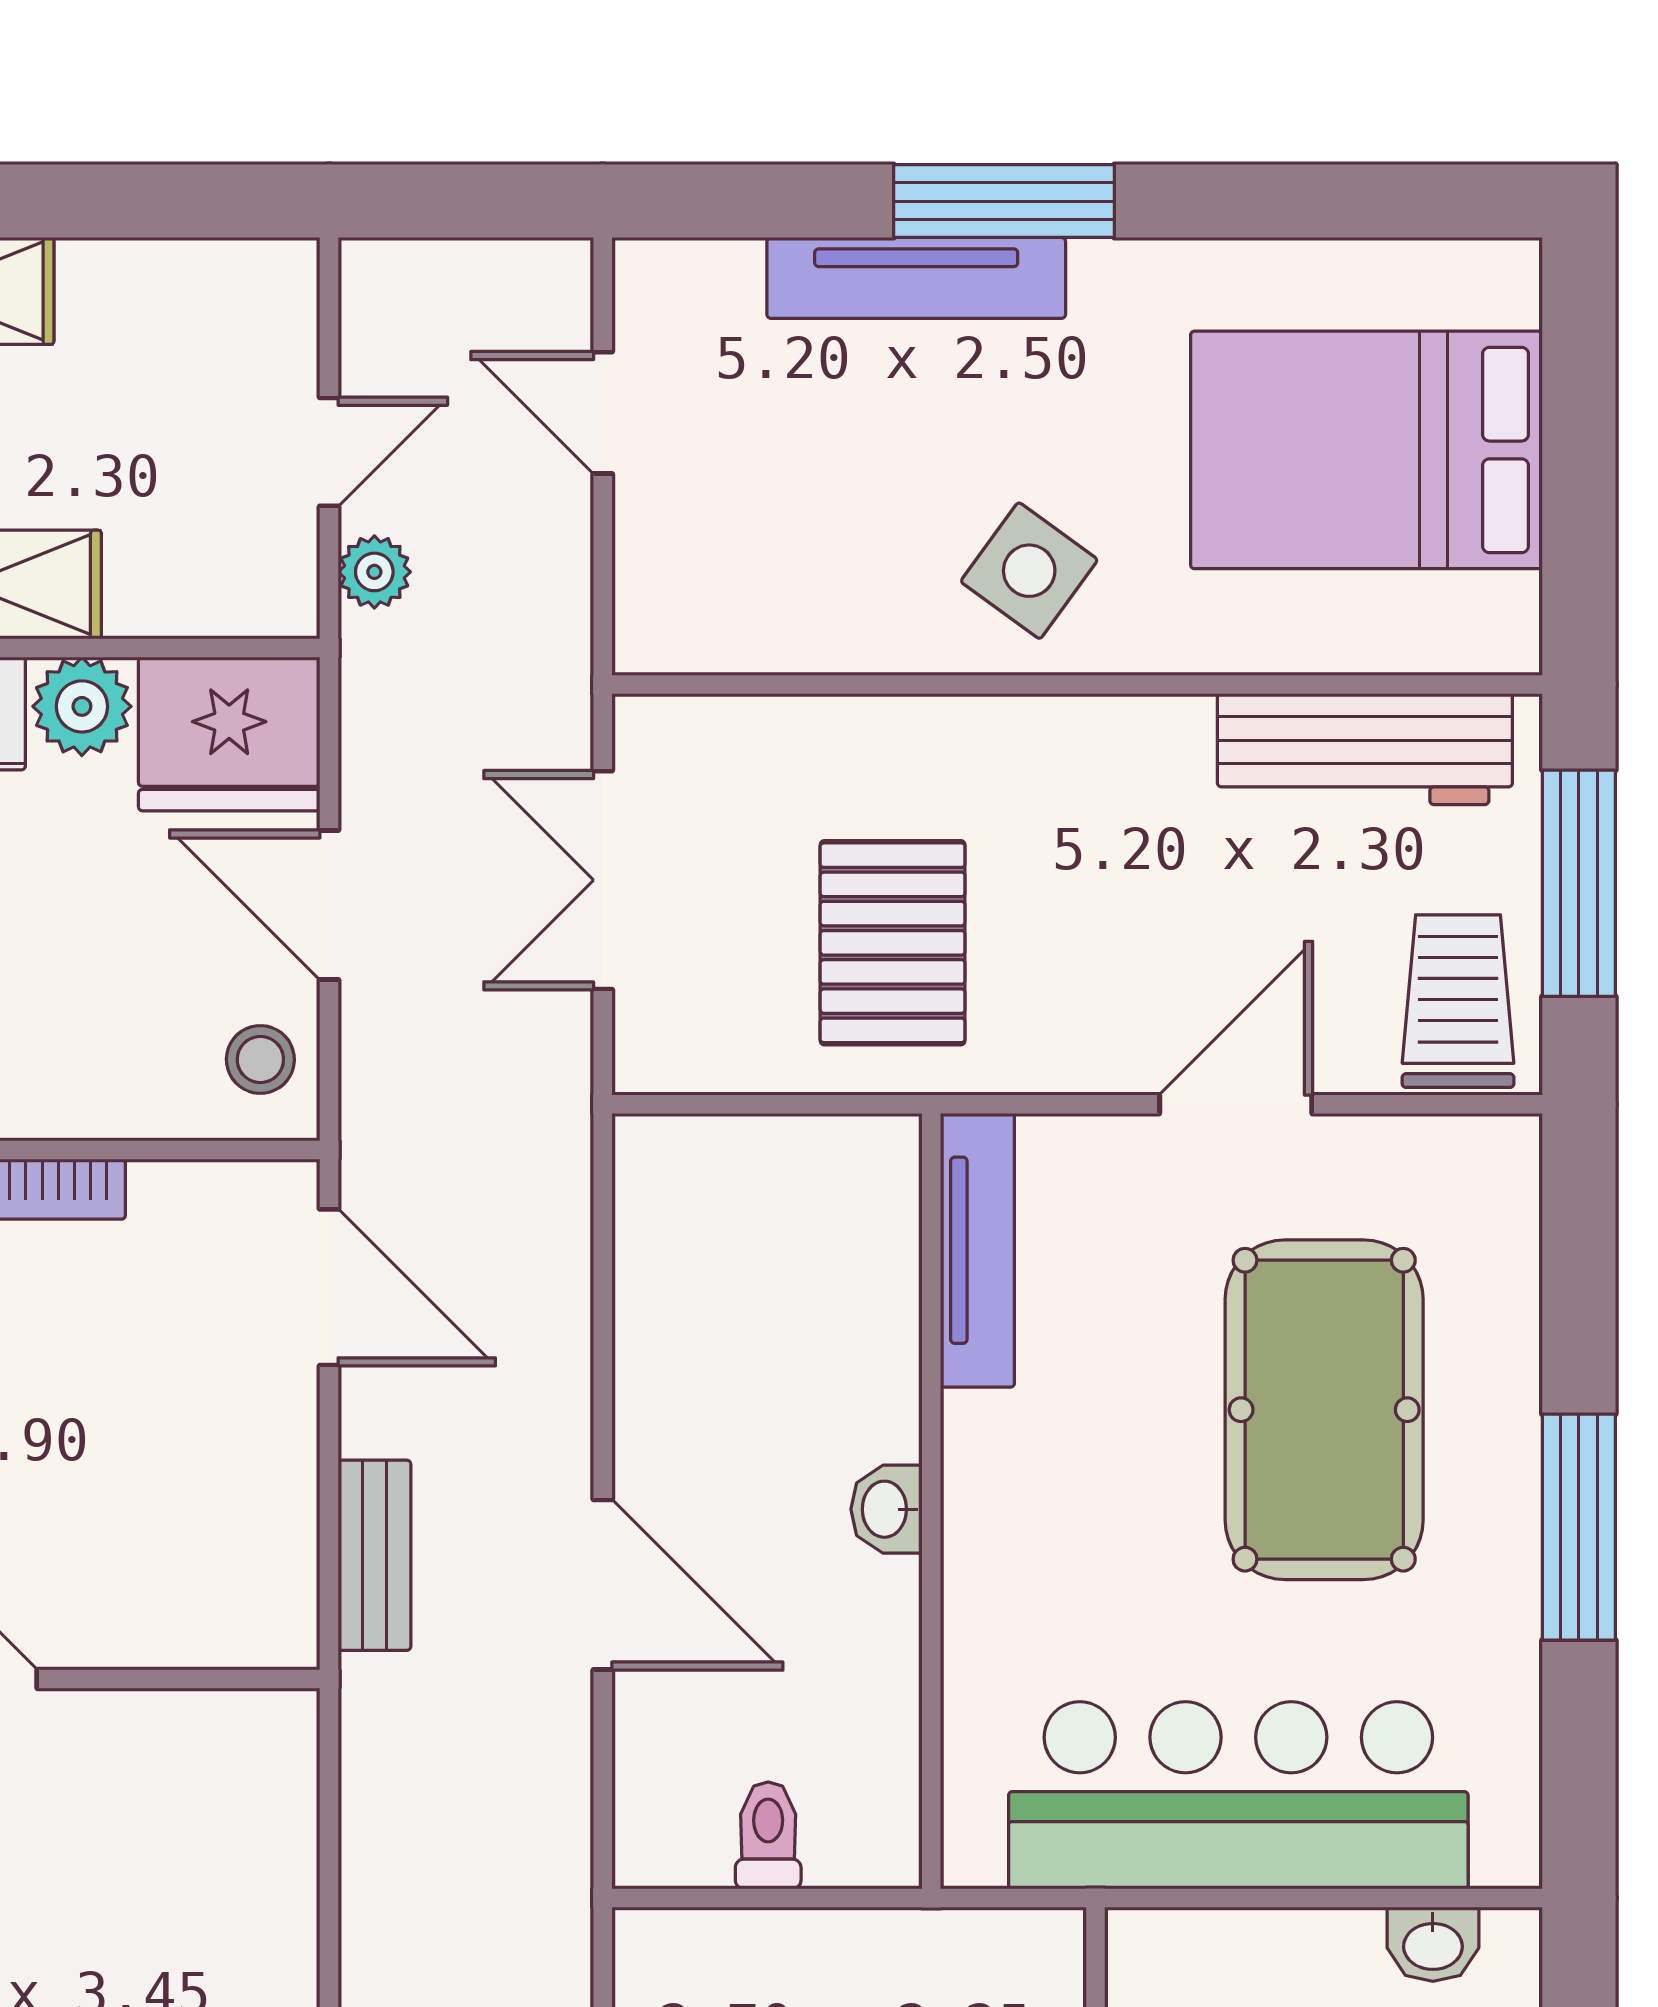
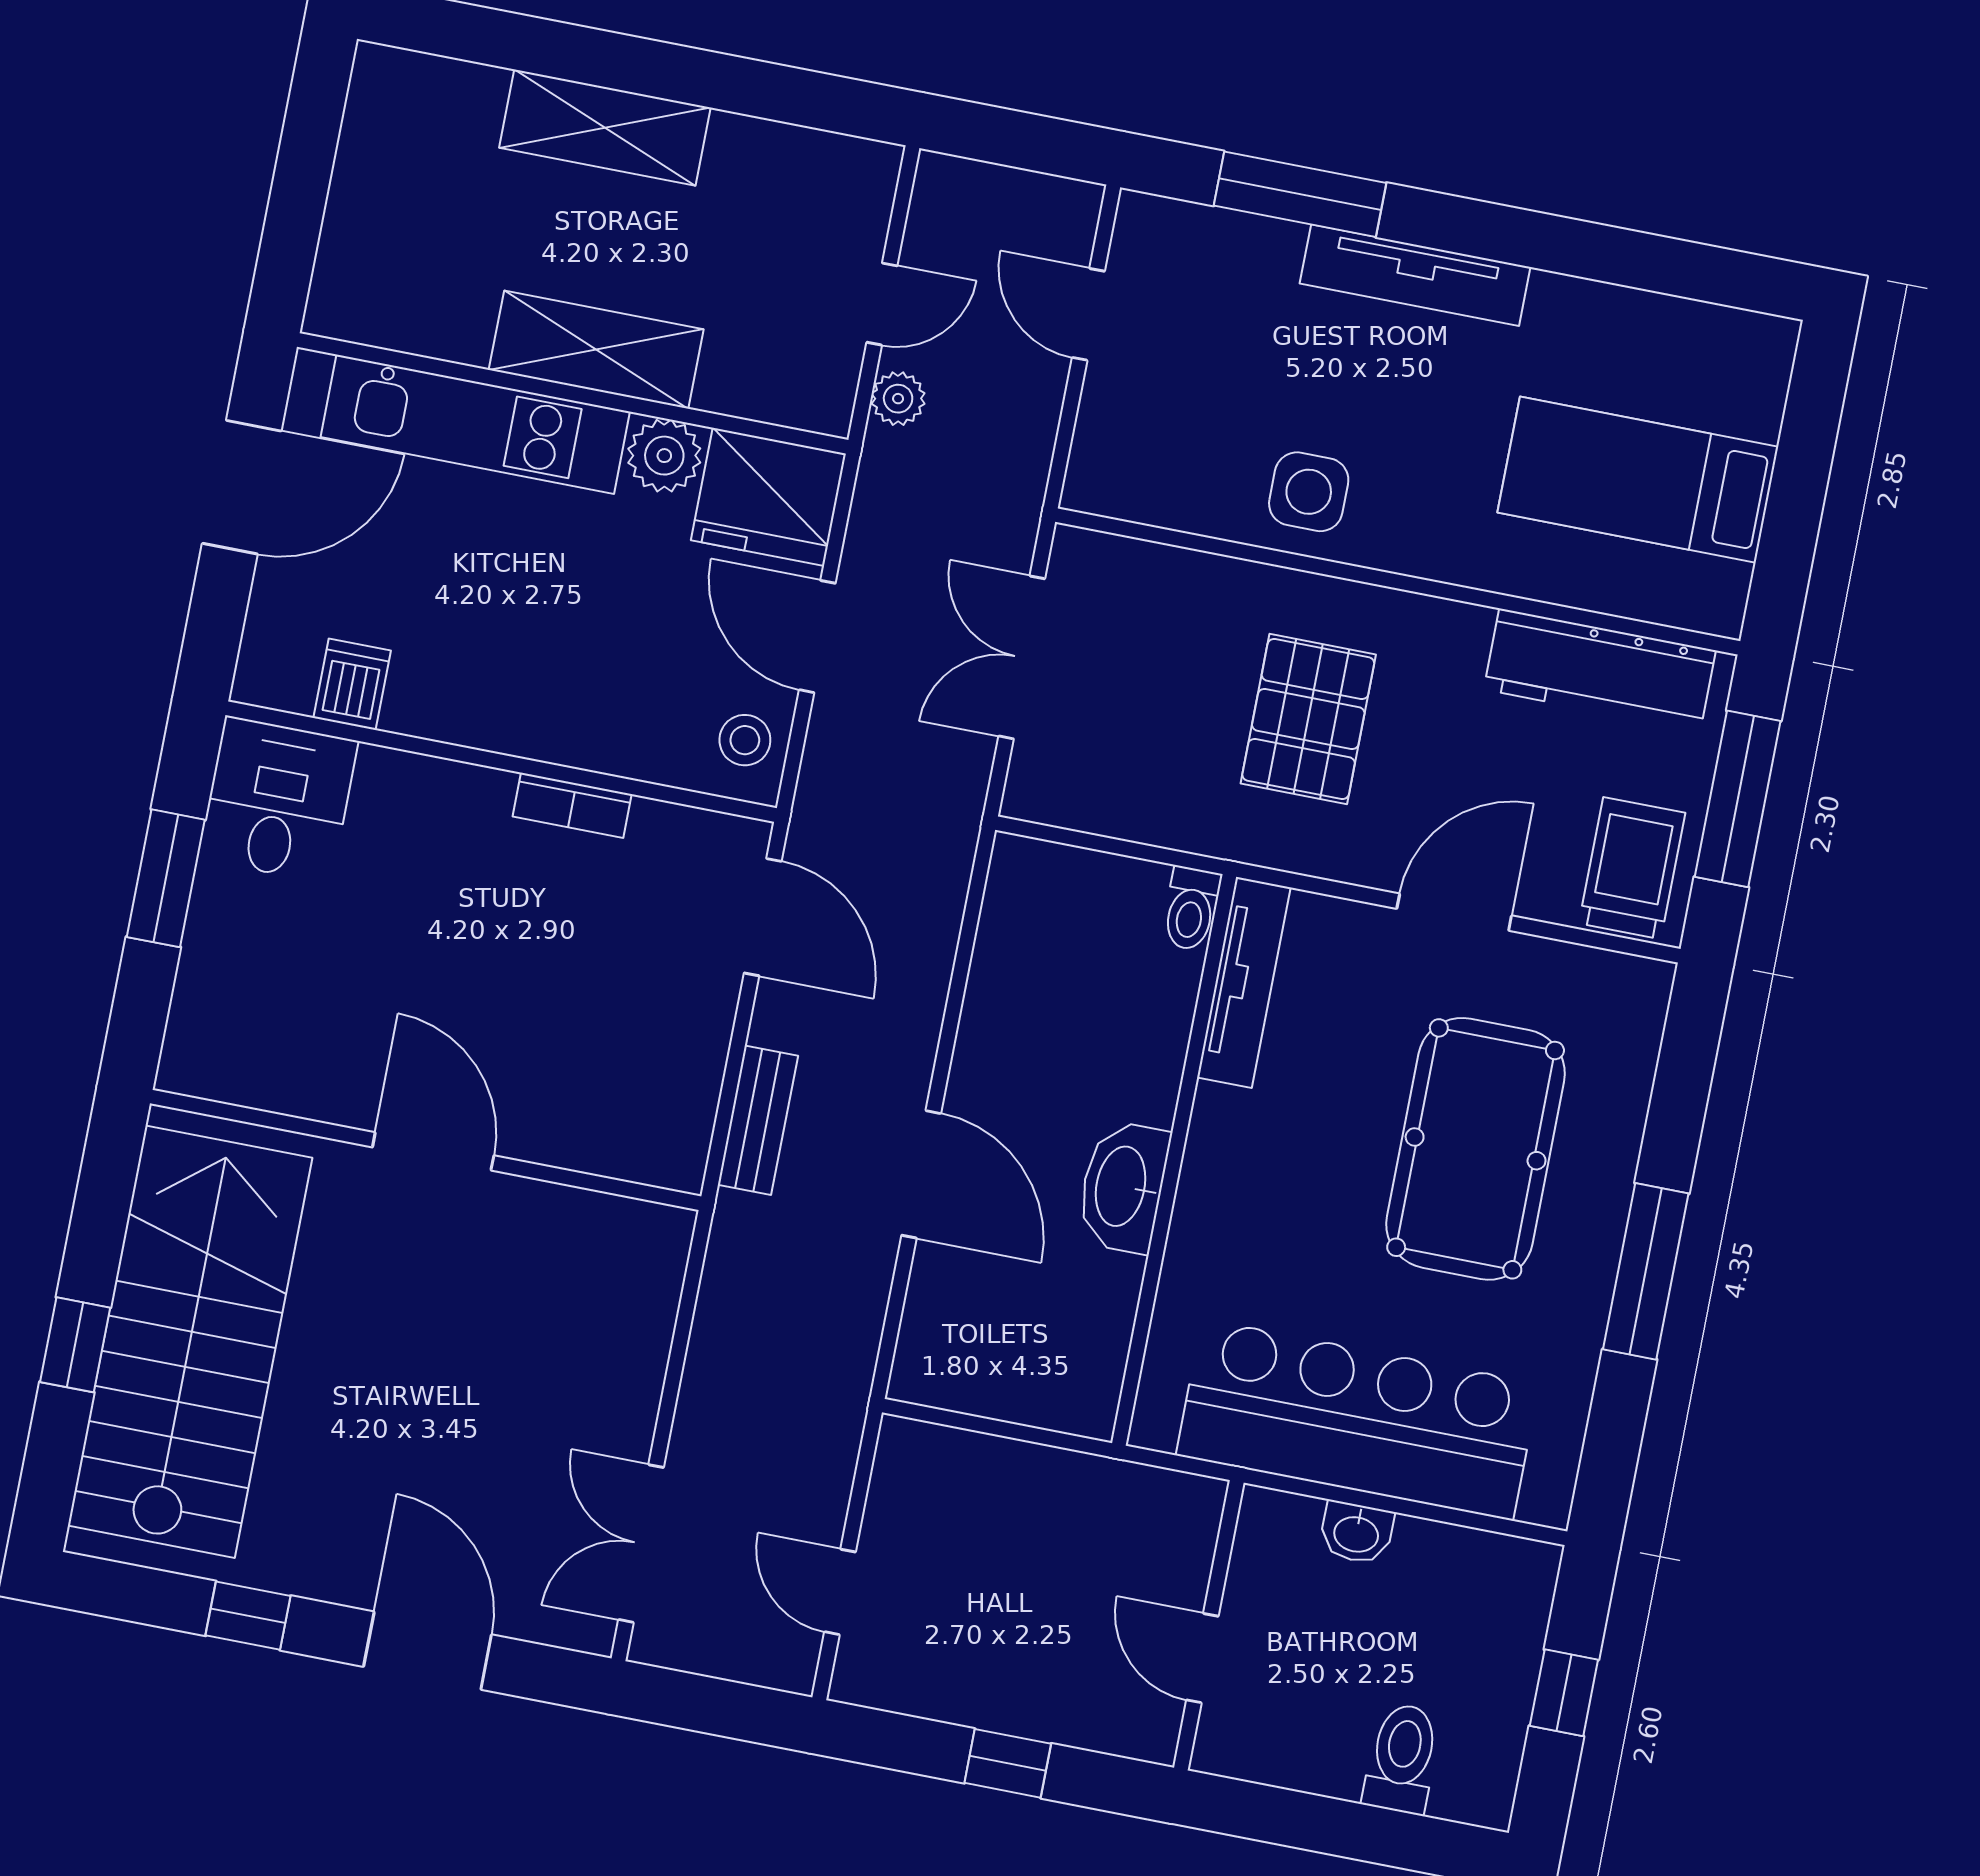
window: (1004, 201) -> (1300, 194), moved
tv unit: (916, 278) -> (1415, 275), moved
bed: (1367, 450) -> (1638, 480), width x0.67
side table: (1029, 571) -> (1309, 492), moved, turned -36
pallet: (893, 943) -> (1308, 719), moved
washbasin: (886, 1509) -> (1123, 1187), width x1.91, depth x1.45
toilet: (768, 1835) -> (1191, 909), moved, turned 180
washbasin: (1433, 1944) -> (1356, 1533), moved

